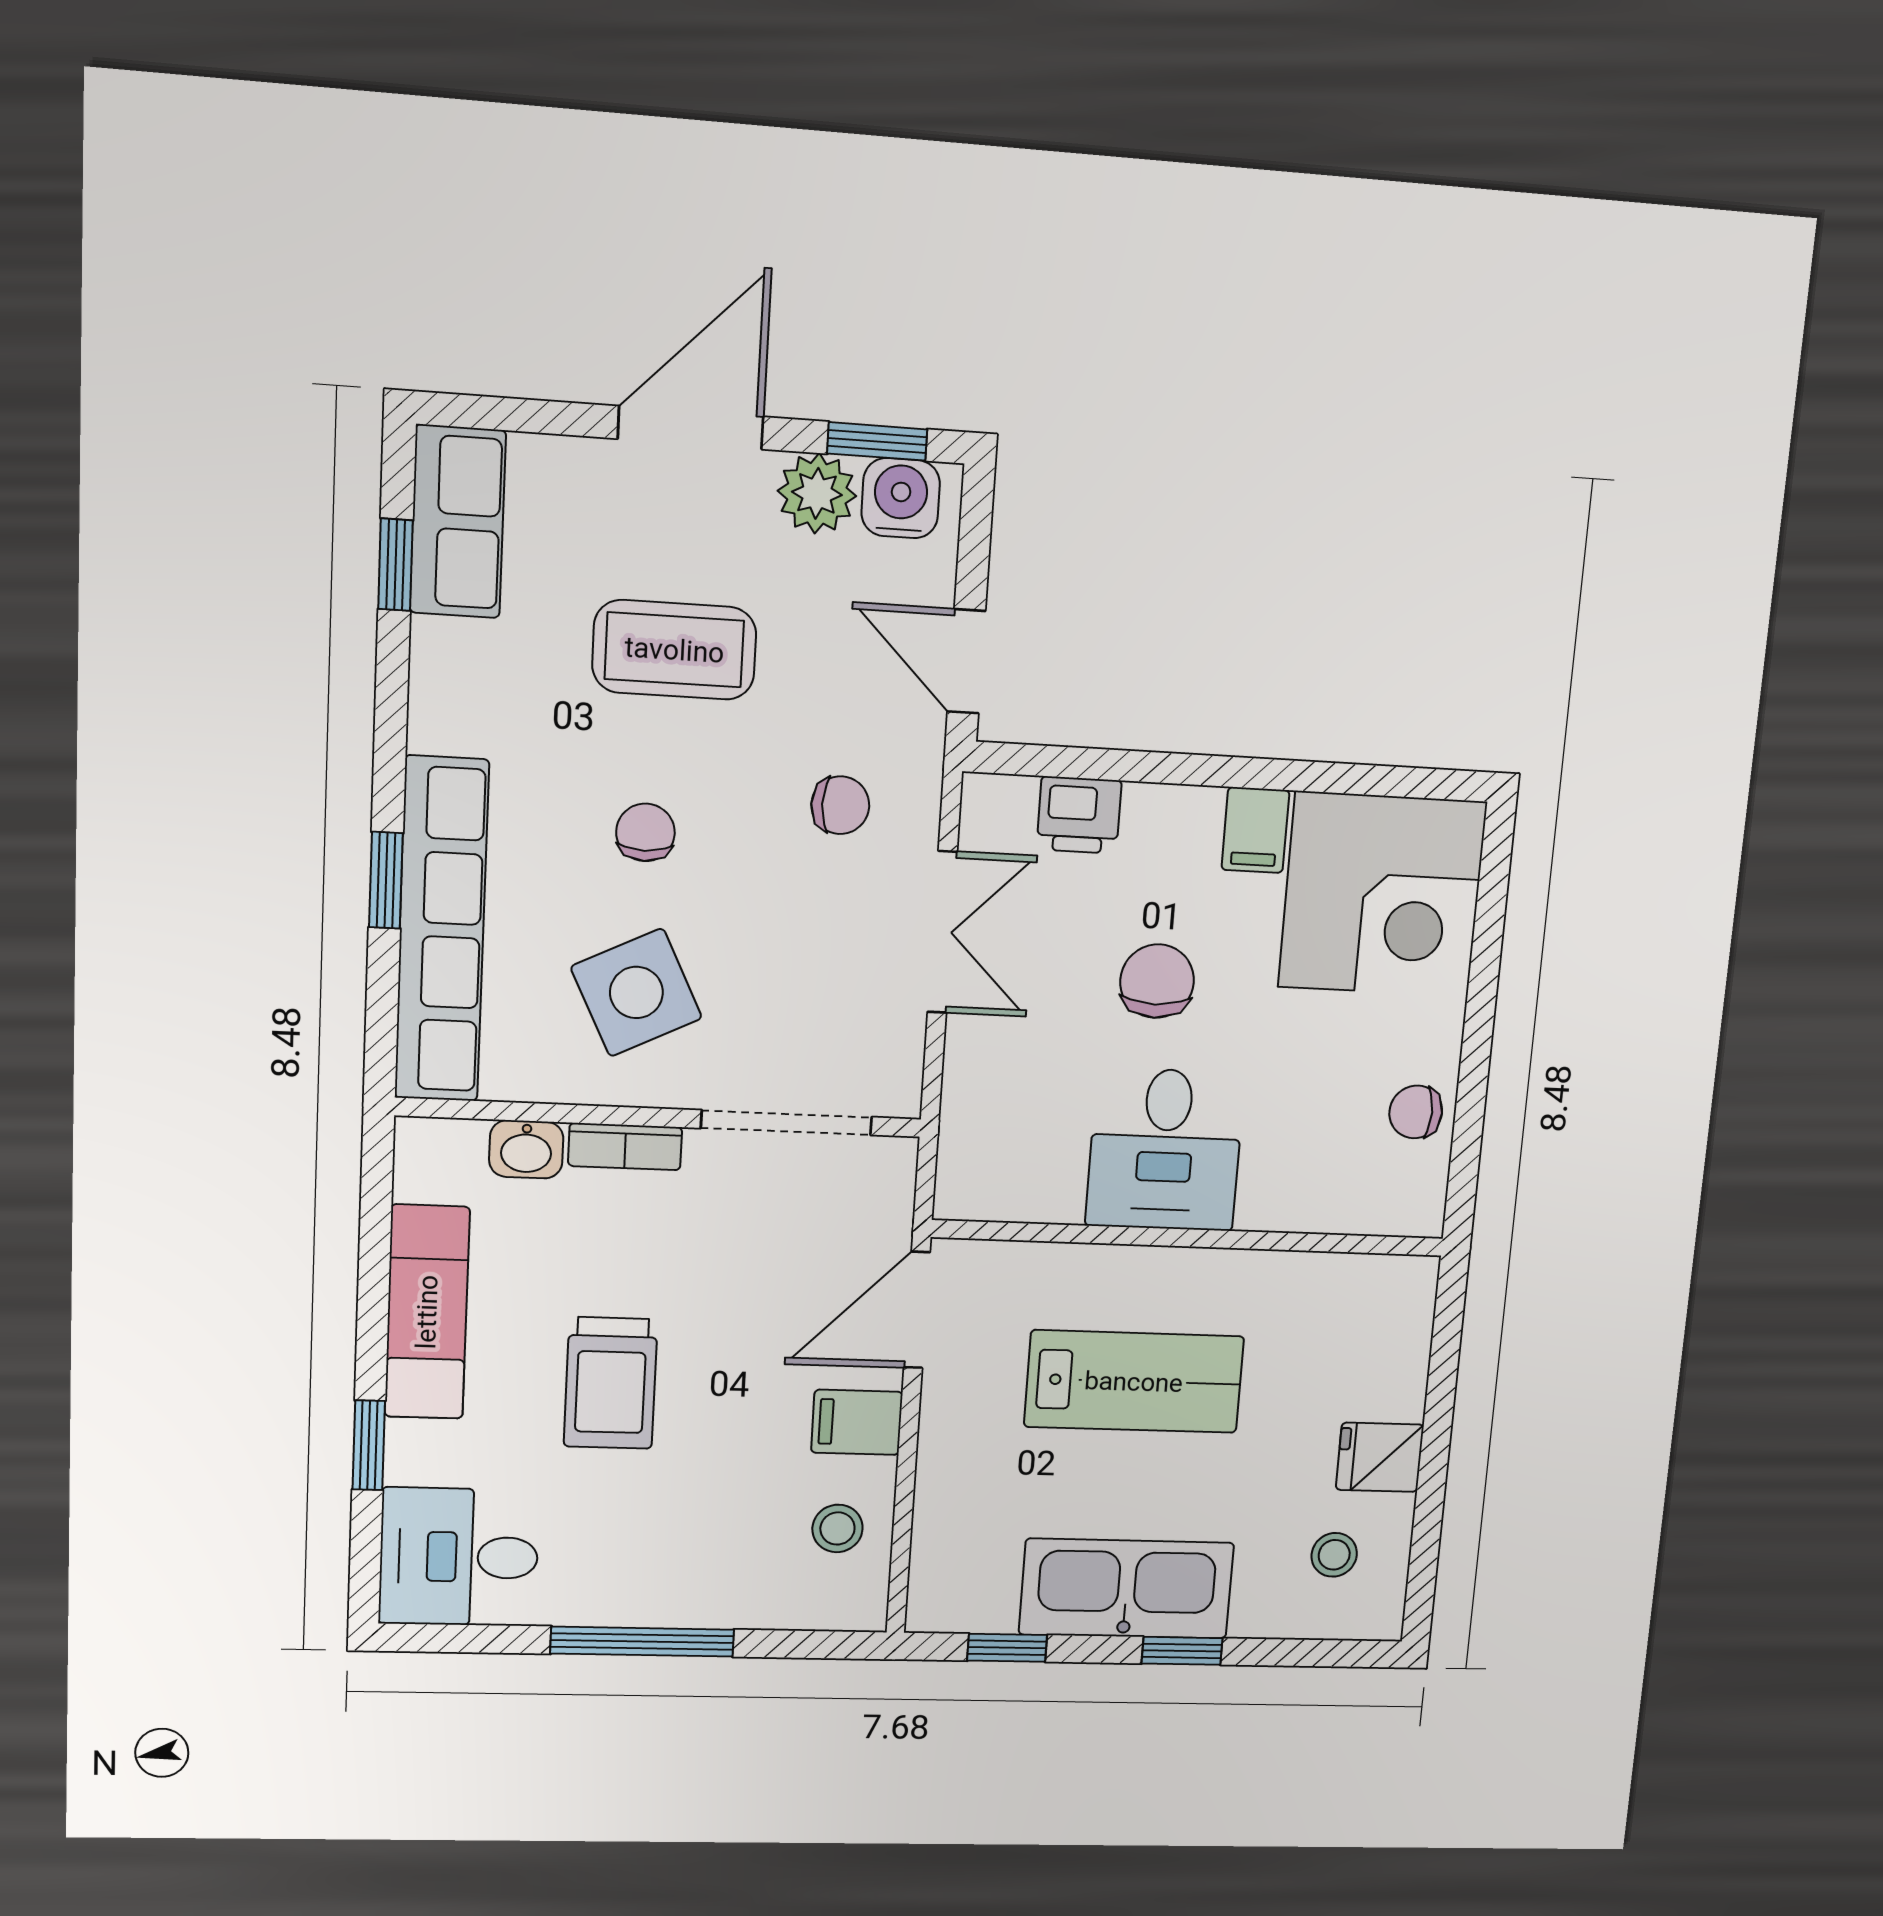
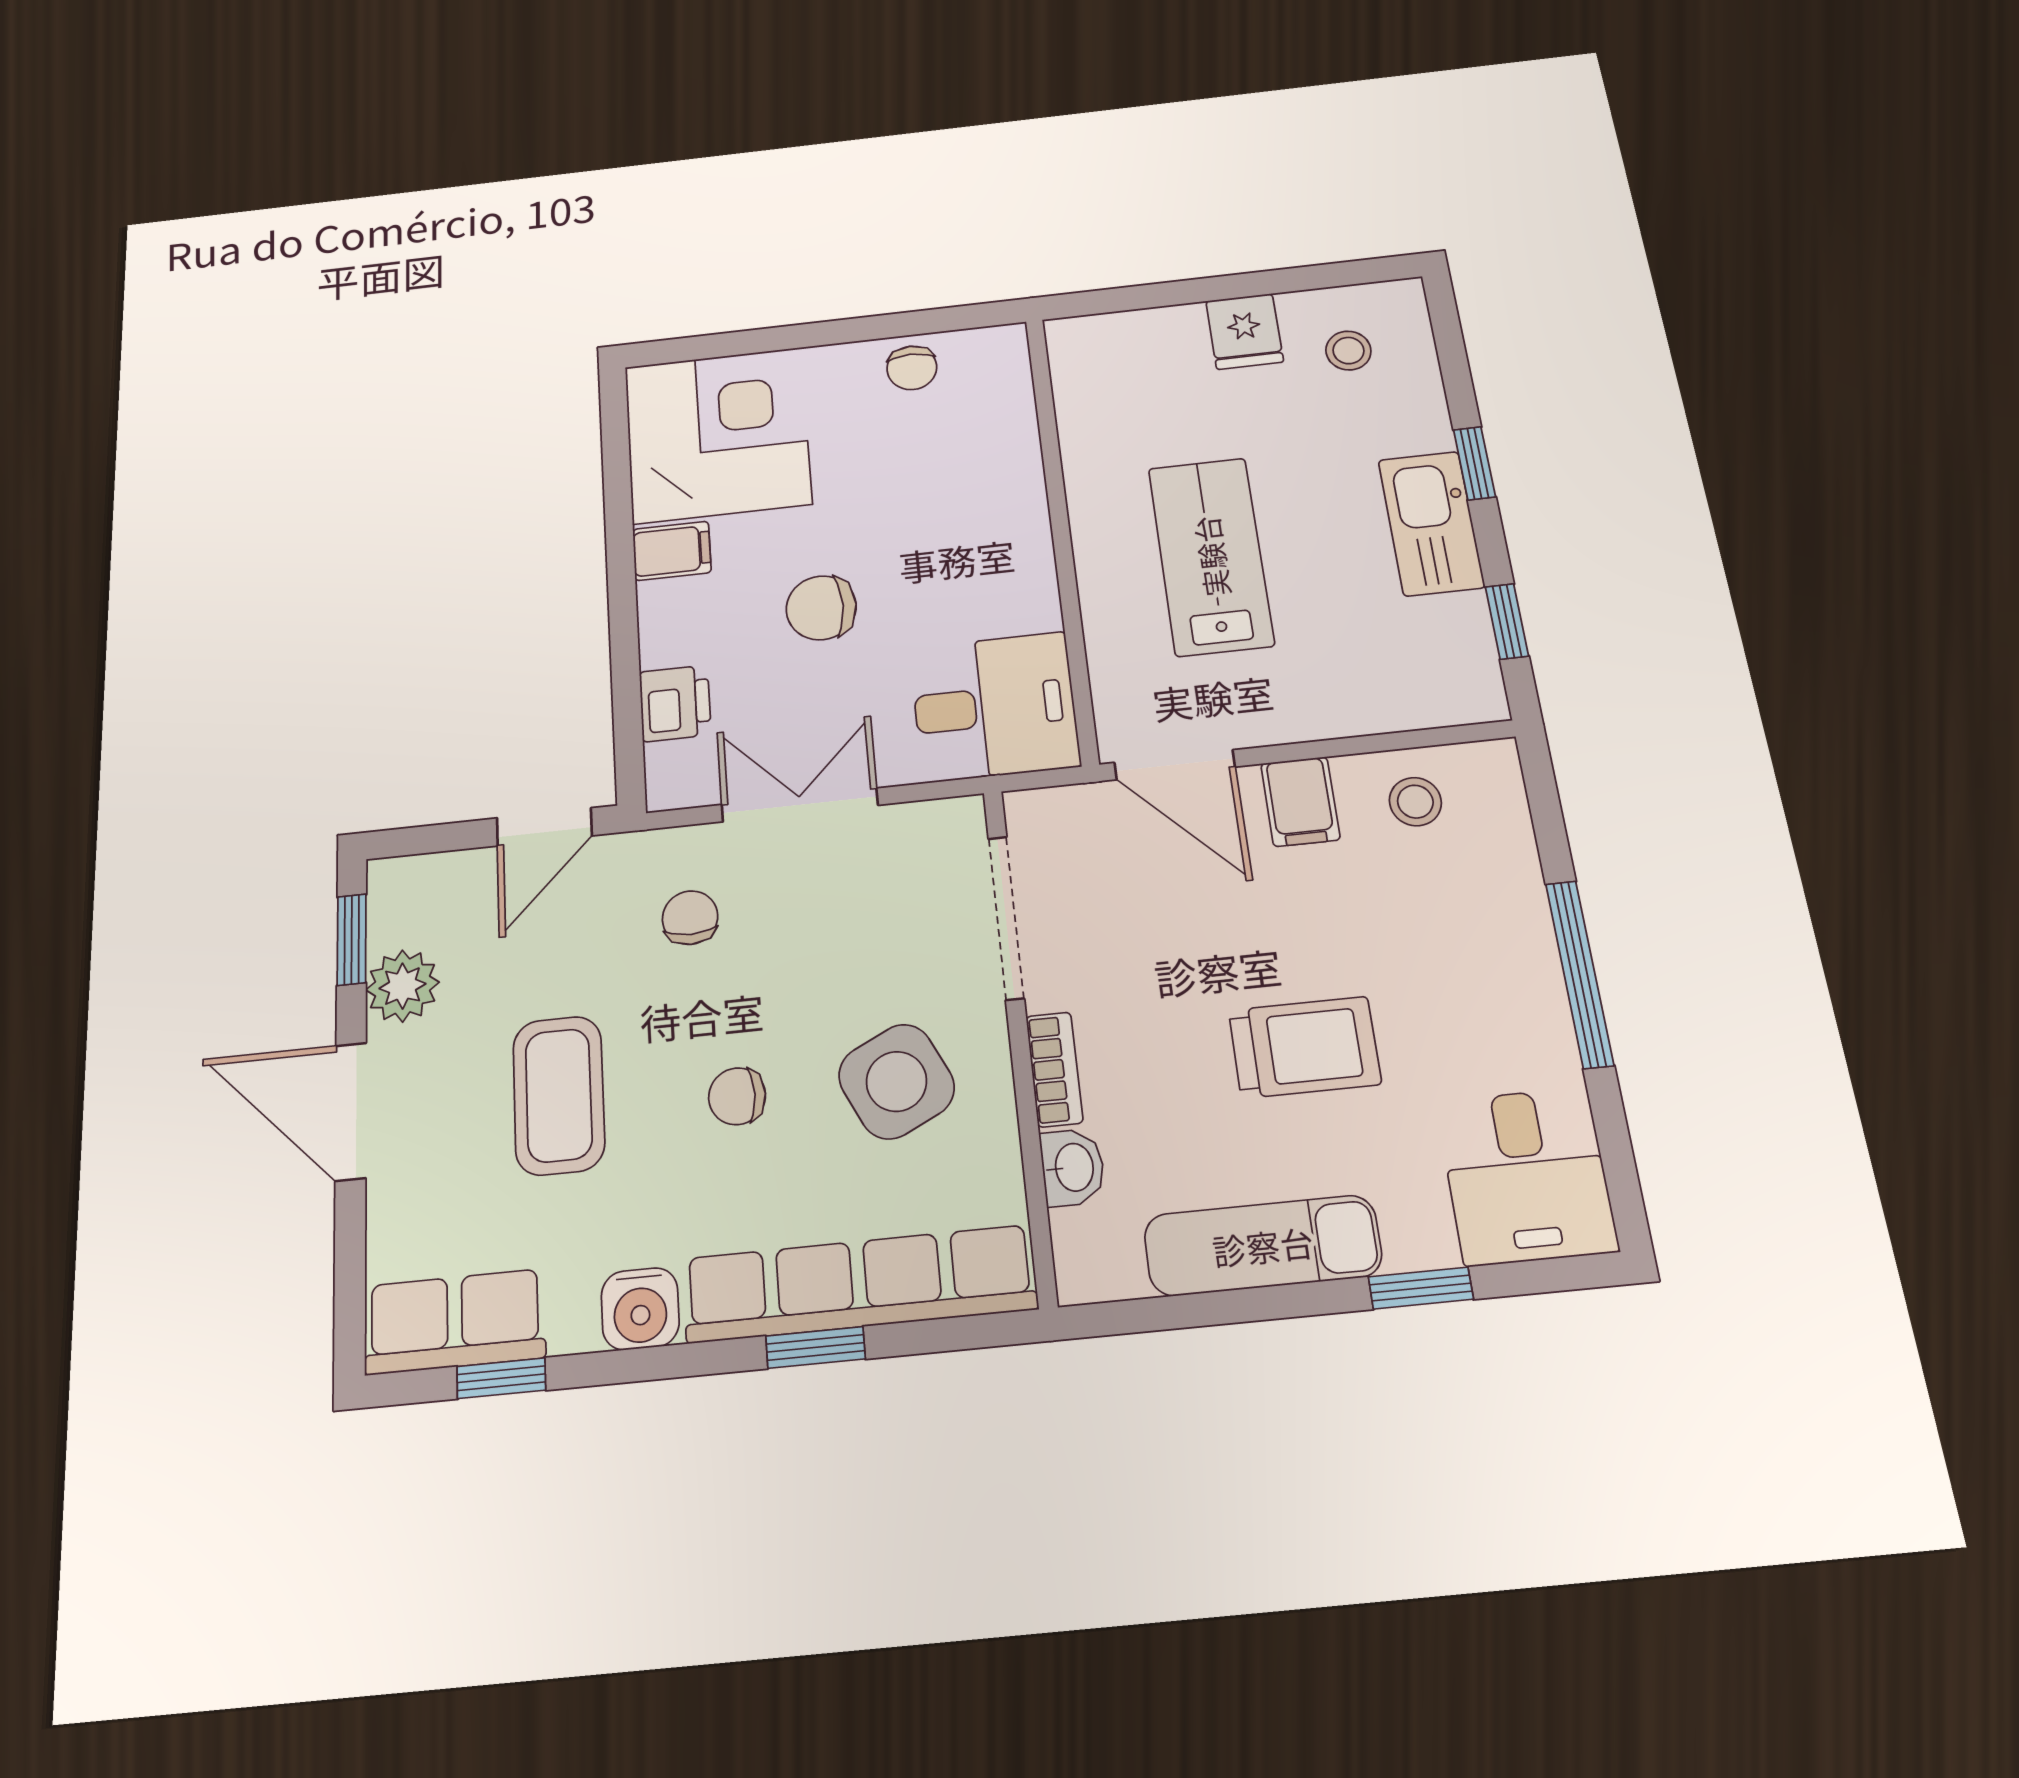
water cooler: (901, 498) -> (640, 1309), moved, turned -90
desk: (1165, 1149) -> (994, 707), moved
kitchen sink: (1127, 1589) -> (1431, 523), width x0.73, depth x0.81

